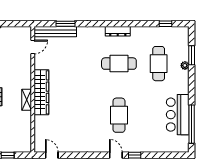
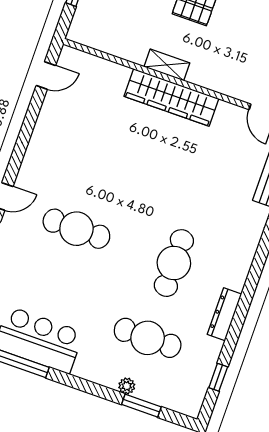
dresser: (118, 31) -> (224, 314), moved

